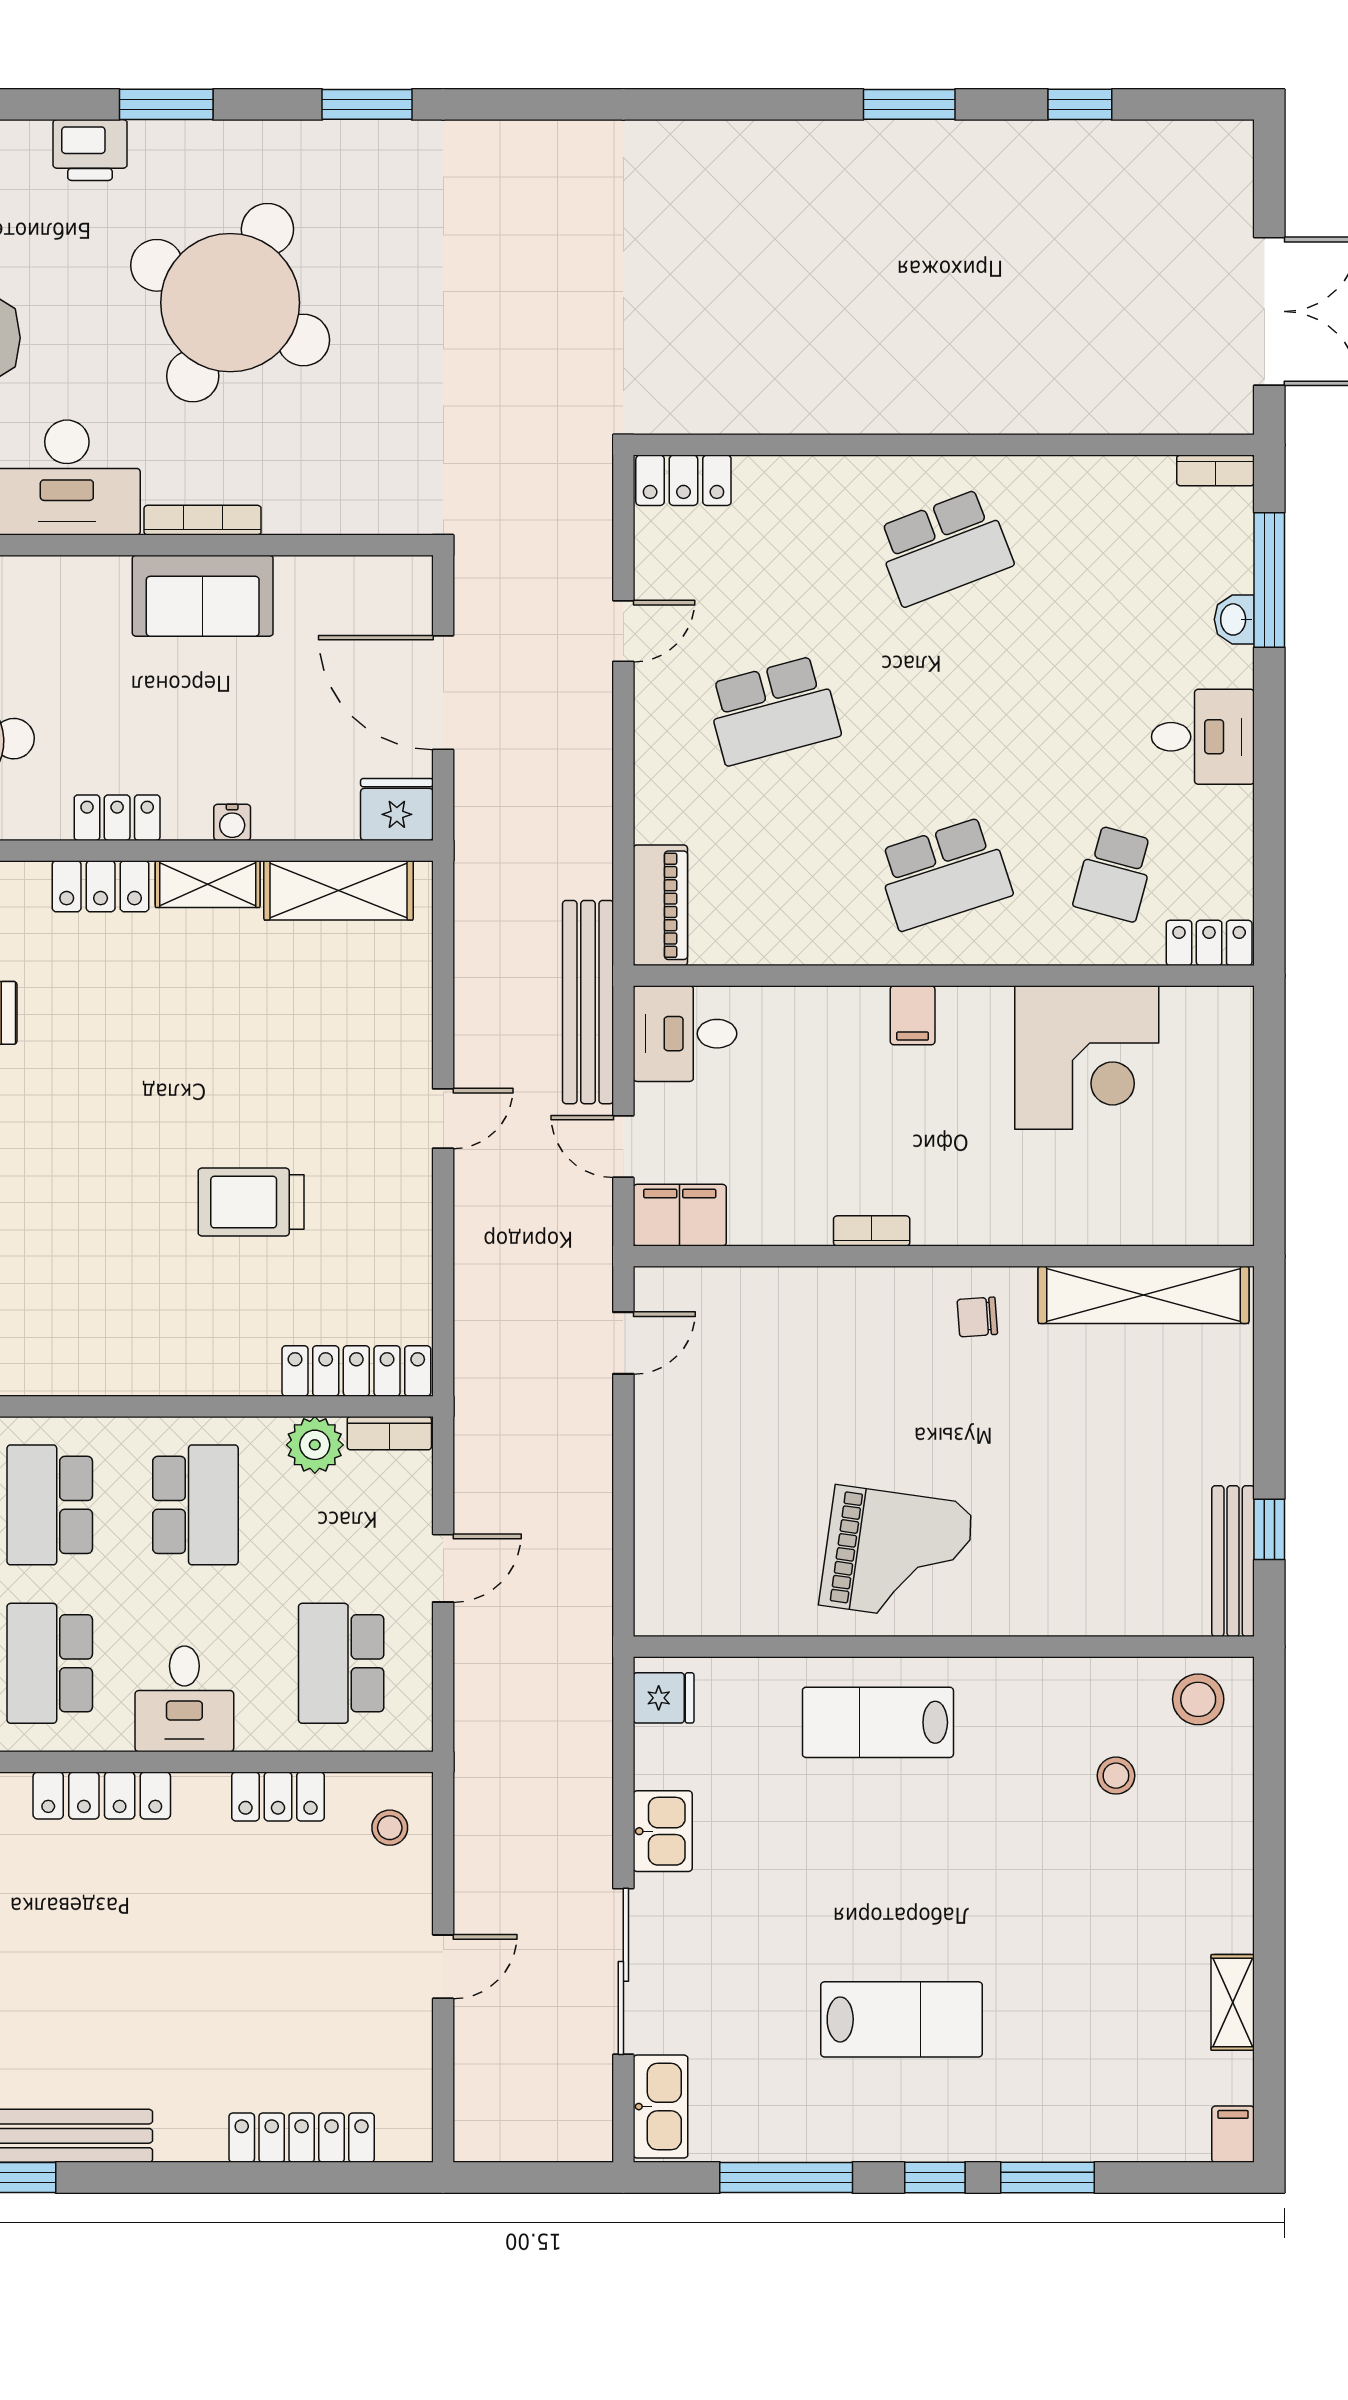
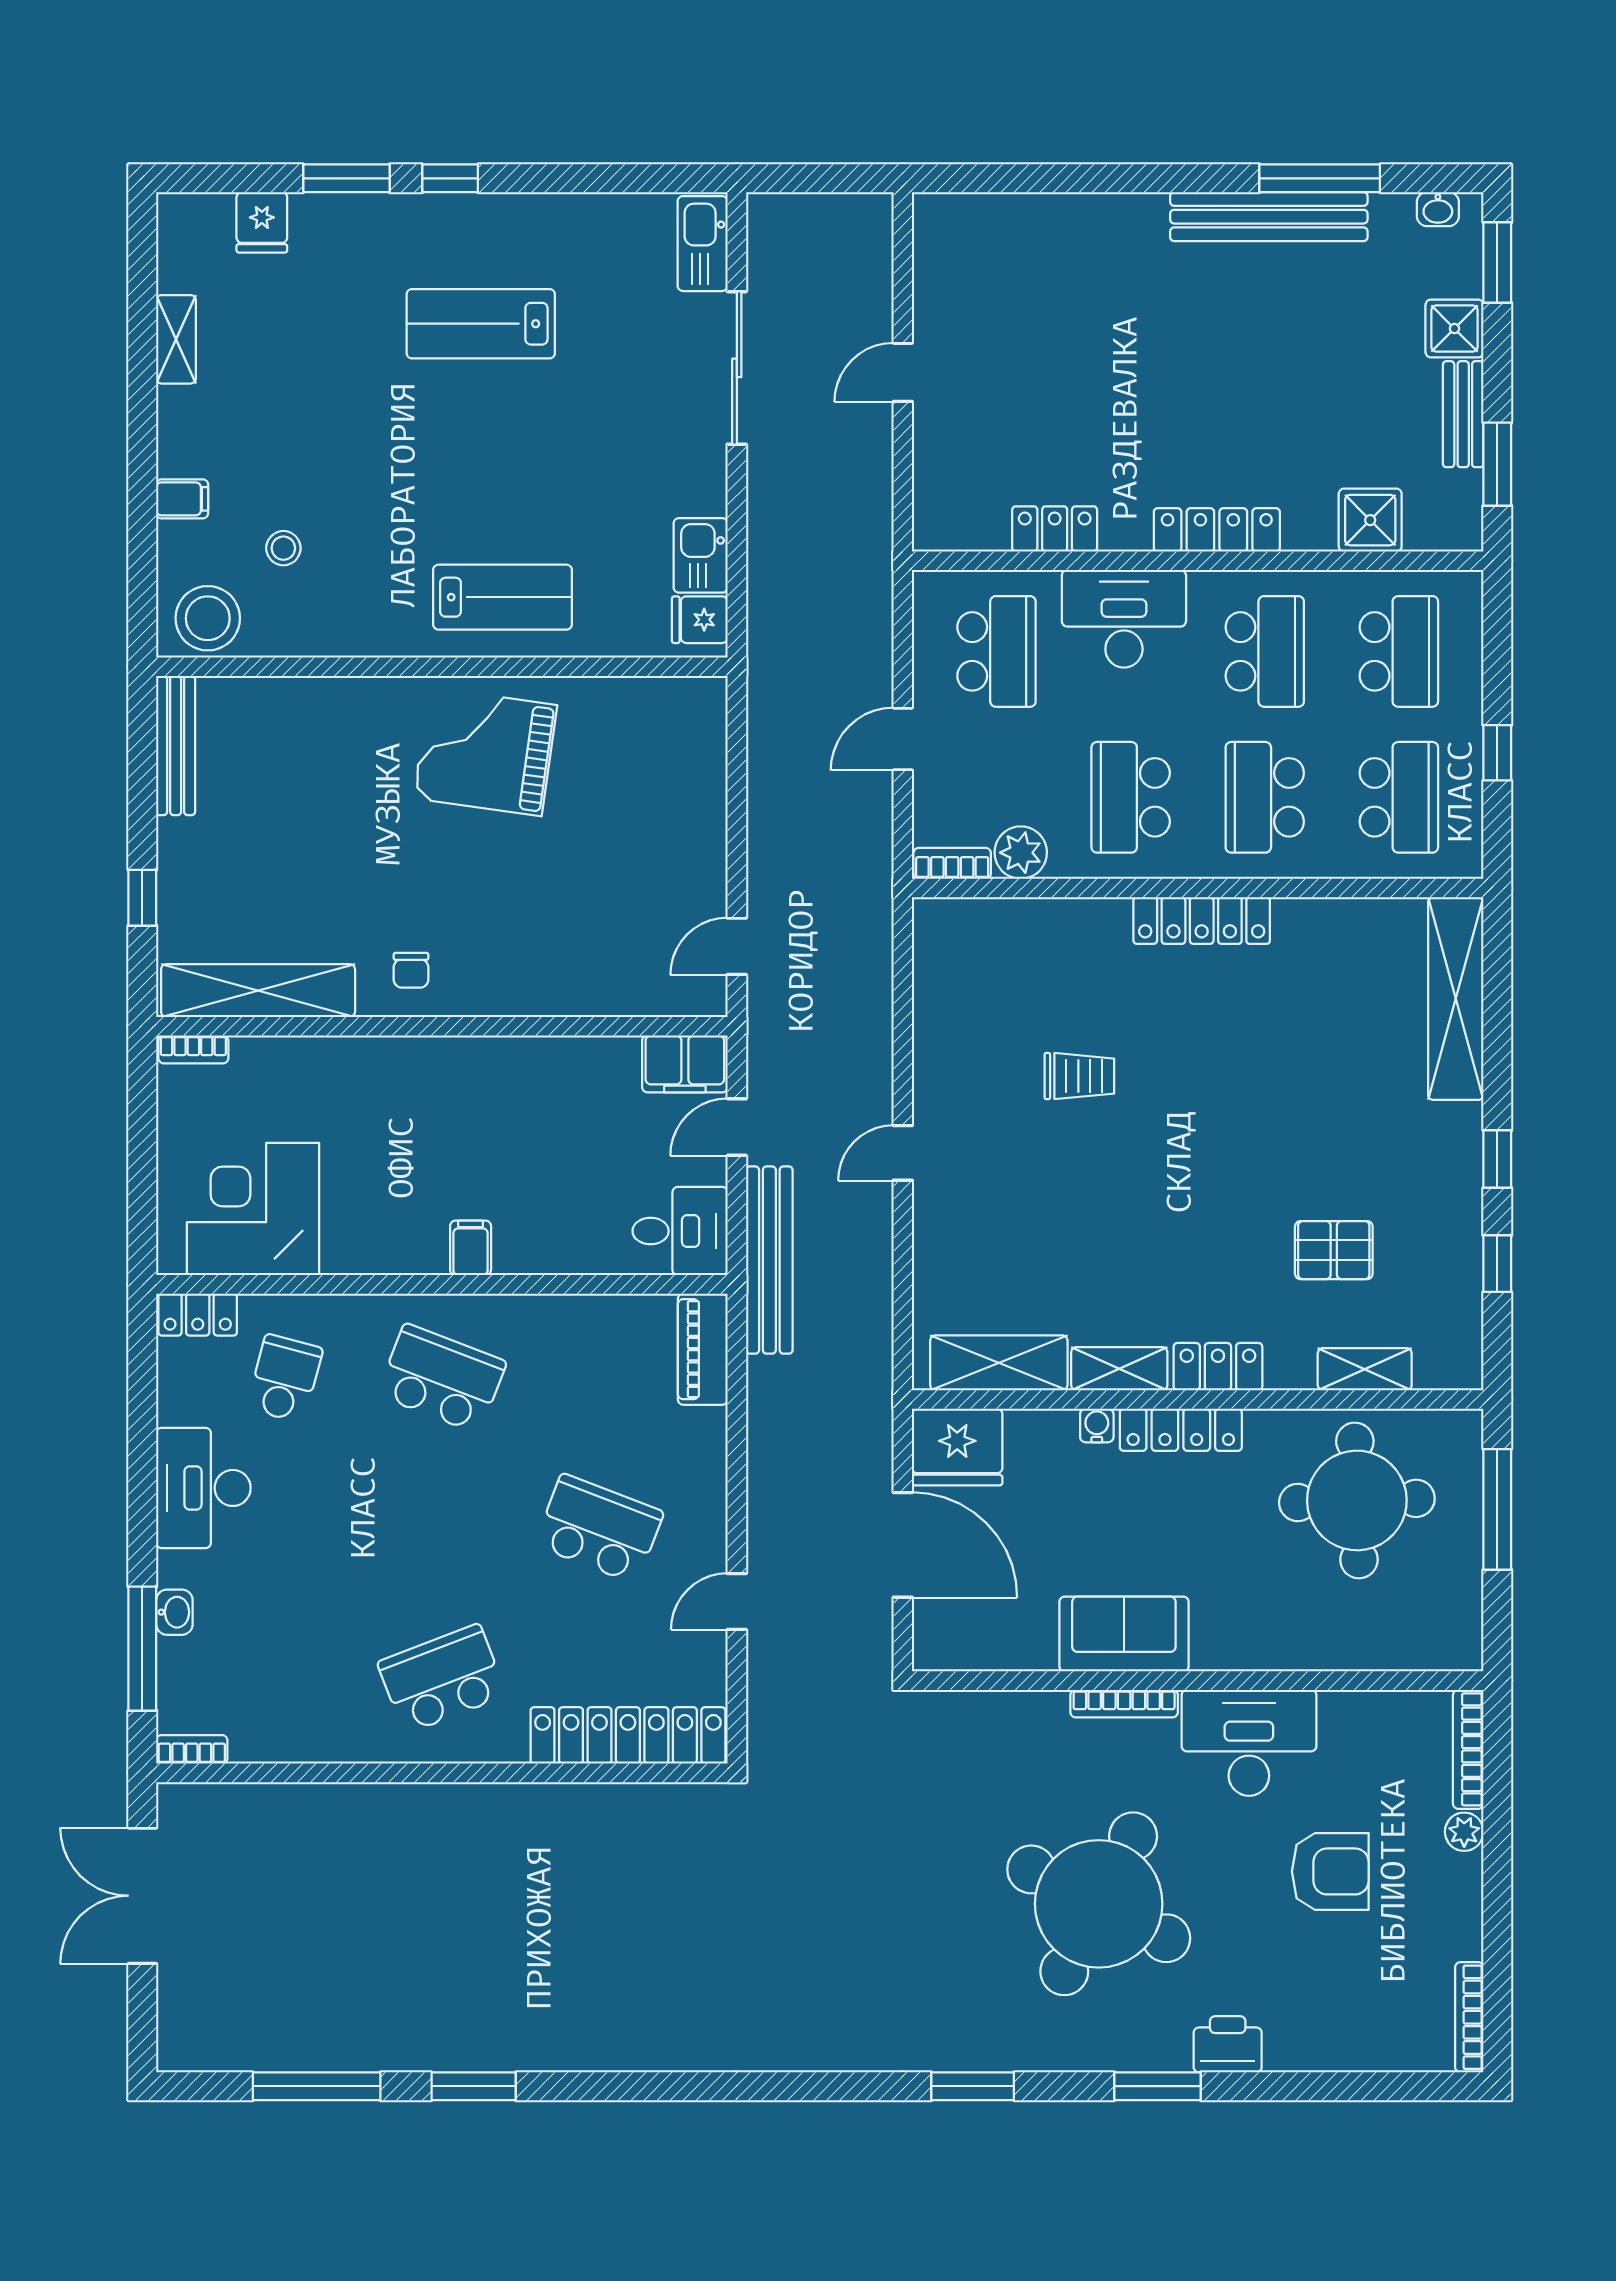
window: (1080, 104) -> (317, 2086), width x2.17
locker: (683, 480) -> (628, 1735), width x2.16, depth x1.21
school desk: (773, 710) -> (599, 1529), turned 36
desk: (1203, 737) -> (203, 1488), width x1.37
fridge: (397, 809) -> (957, 1447), width x1.36, depth x1.34
locker: (117, 818) -> (1181, 1430), width x1.53
school desk: (944, 873) -> (442, 1378), turned 39
corner desk: (1087, 1058) -> (253, 1209), moved
door: (623, 1147) -> (737, 1127), swing flipped
trolley: (251, 1202) -> (1079, 1076), width x0.73, depth x0.72
bookcase: (872, 1231) -> (193, 1049), moved
chair: (977, 1317) -> (411, 970), turned 94
locker: (356, 1371) -> (1202, 921), moved
school desk: (50, 1505) -> (1265, 797), turned 180
window: (1269, 1529) -> (142, 898), moved
desk: (184, 1699) -> (1124, 619), width x1.37
stool: (1198, 1699) -> (208, 618), width x1.38, depth x1.38
stool: (390, 1828) -> (952, 500), removed
kitchen sink: (663, 1831) -> (701, 555), moved
fridge: (1139, 2130) -> (262, 222), added
filing cabinet: (1233, 2134) -> (182, 499), moved, turned -90
locker: (302, 2138) -> (1033, 215), removed
window: (786, 2177) -> (587, 178), removed

